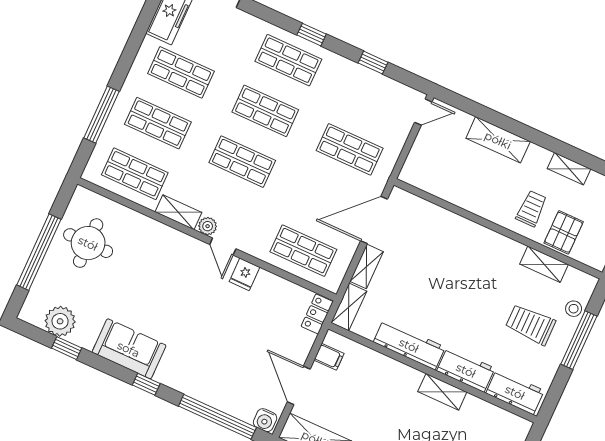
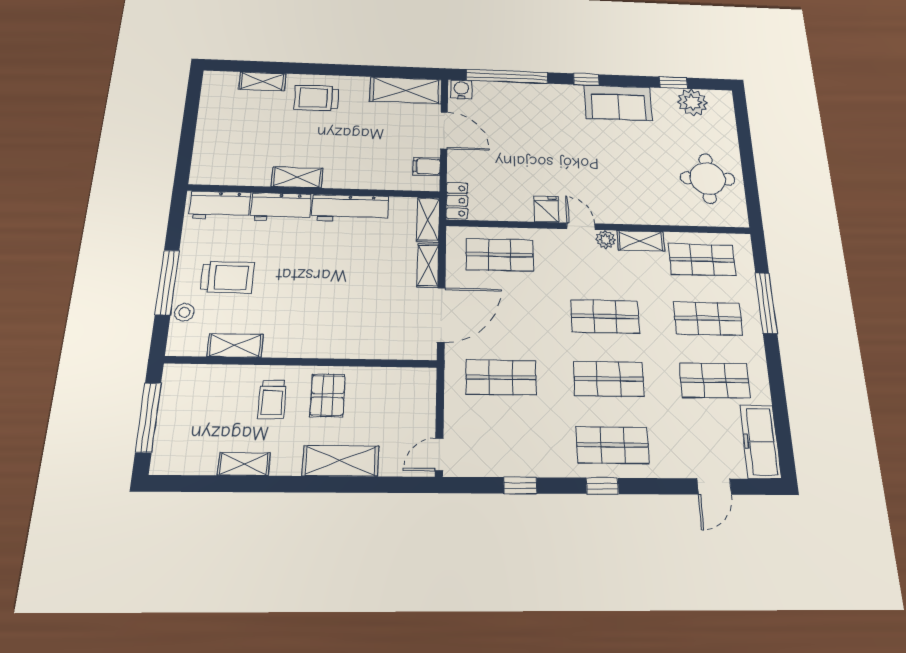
pallet: (564, 232) -> (328, 395), moved
window: (39, 252) -> (746, 153), removed

